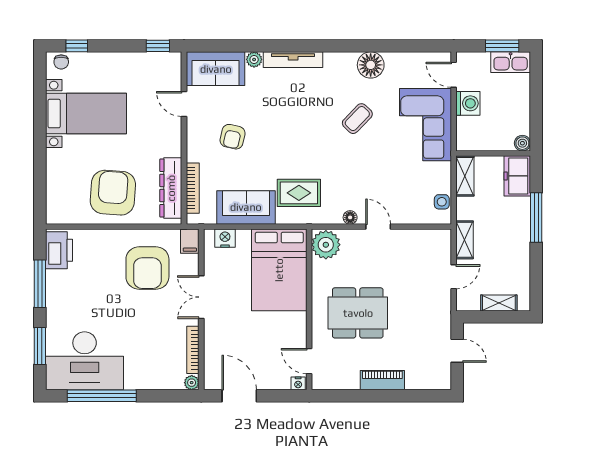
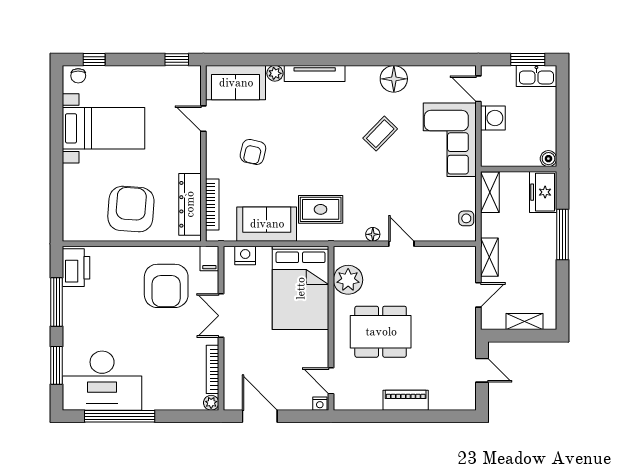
plant: (326, 245) -> (348, 280), moved

